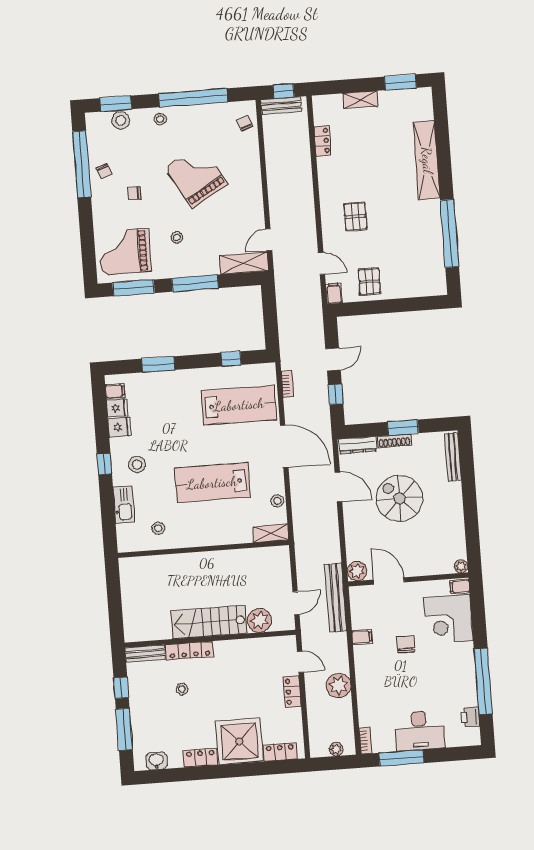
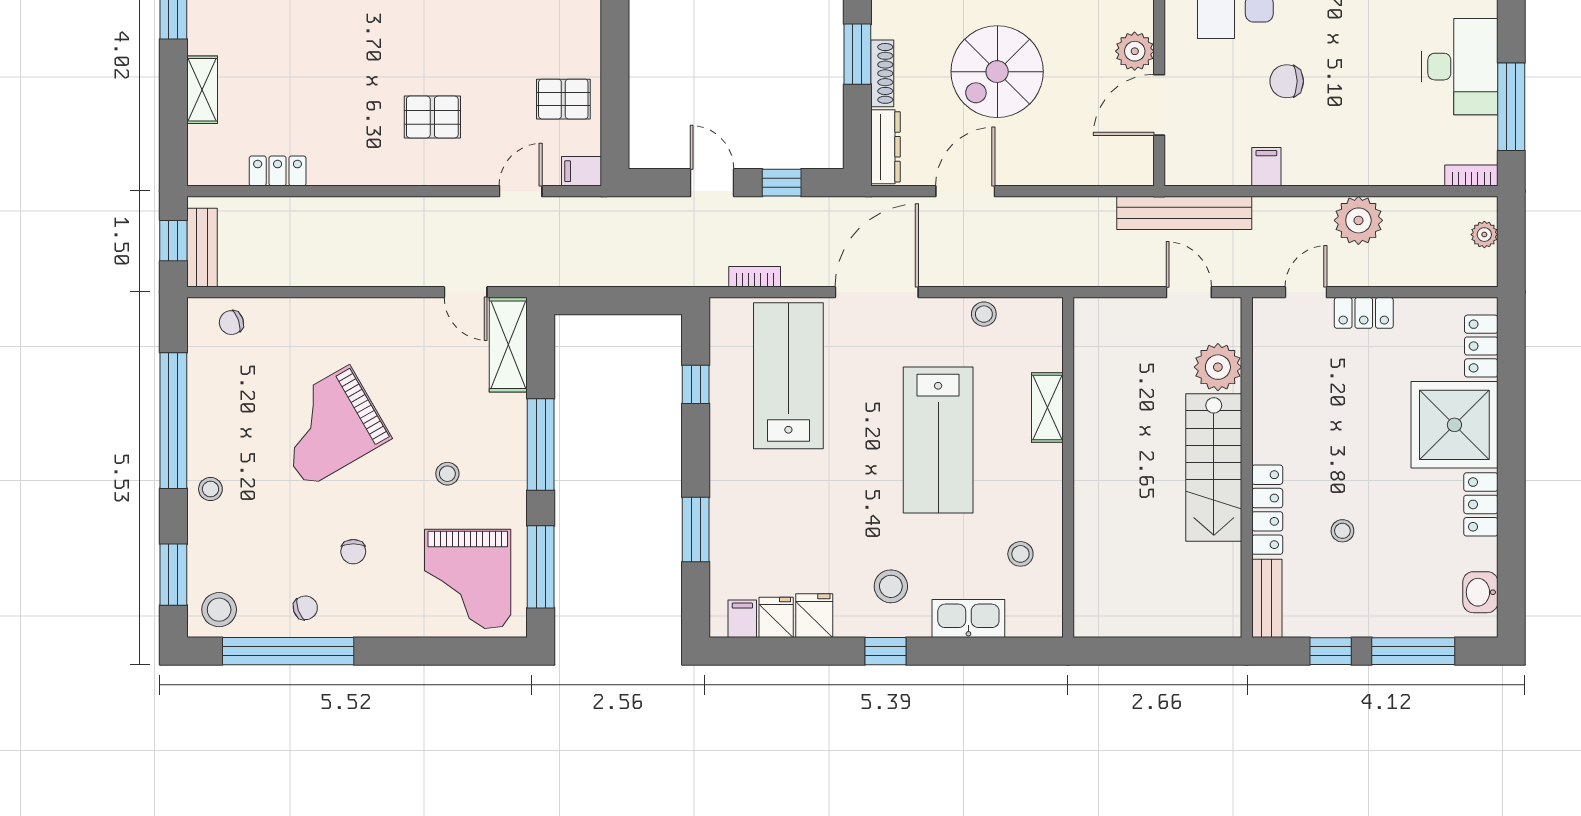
stool: (121, 121) -> (219, 610), moved
shelving: (271, 533) -> (1047, 408), moved
plant: (357, 571) -> (1135, 51), moved

